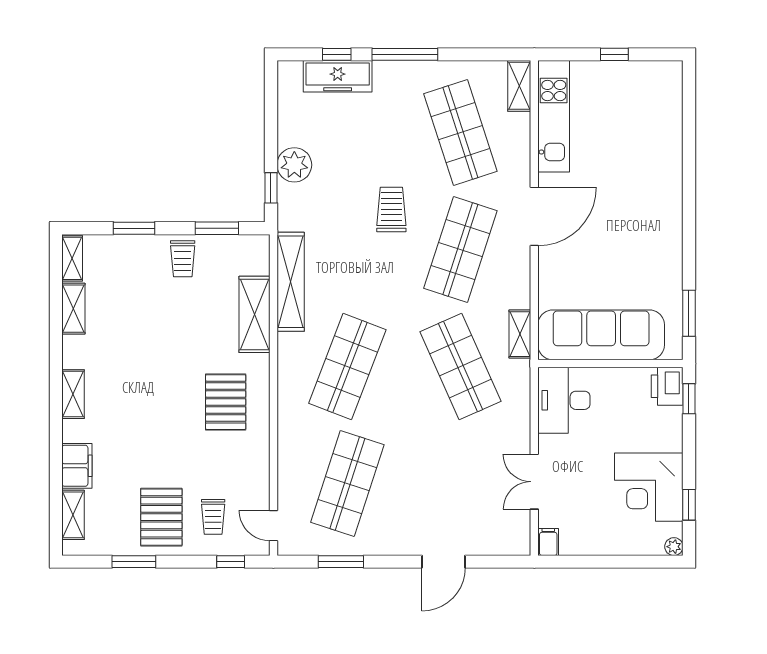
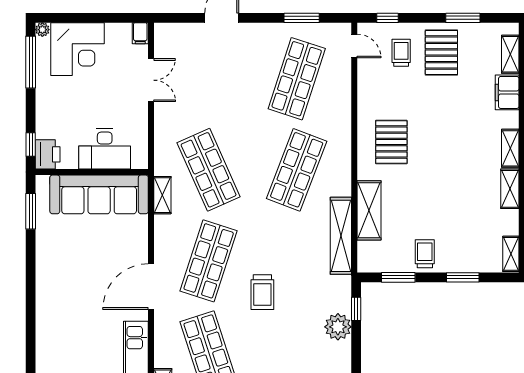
shelving: (73, 309) -> (510, 189), moved
desk: (564, 400) -> (105, 149), moved, turned 90
corner desk: (649, 487) -> (78, 49), moved, turned 90
window: (689, 505) -> (31, 62), width x2.17

